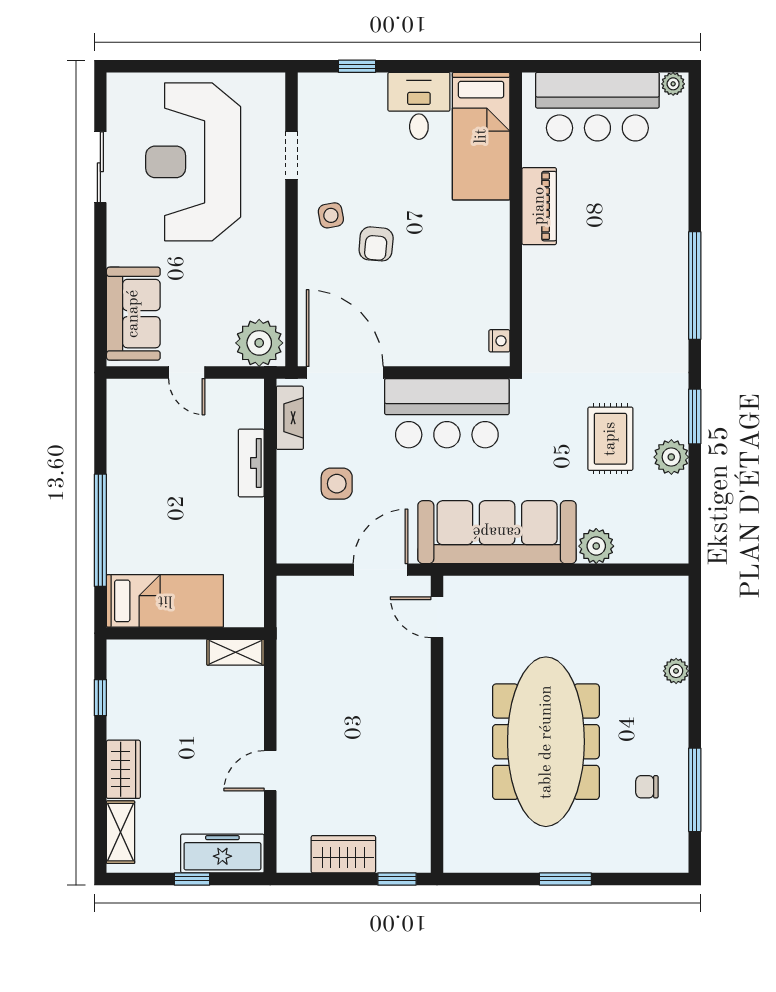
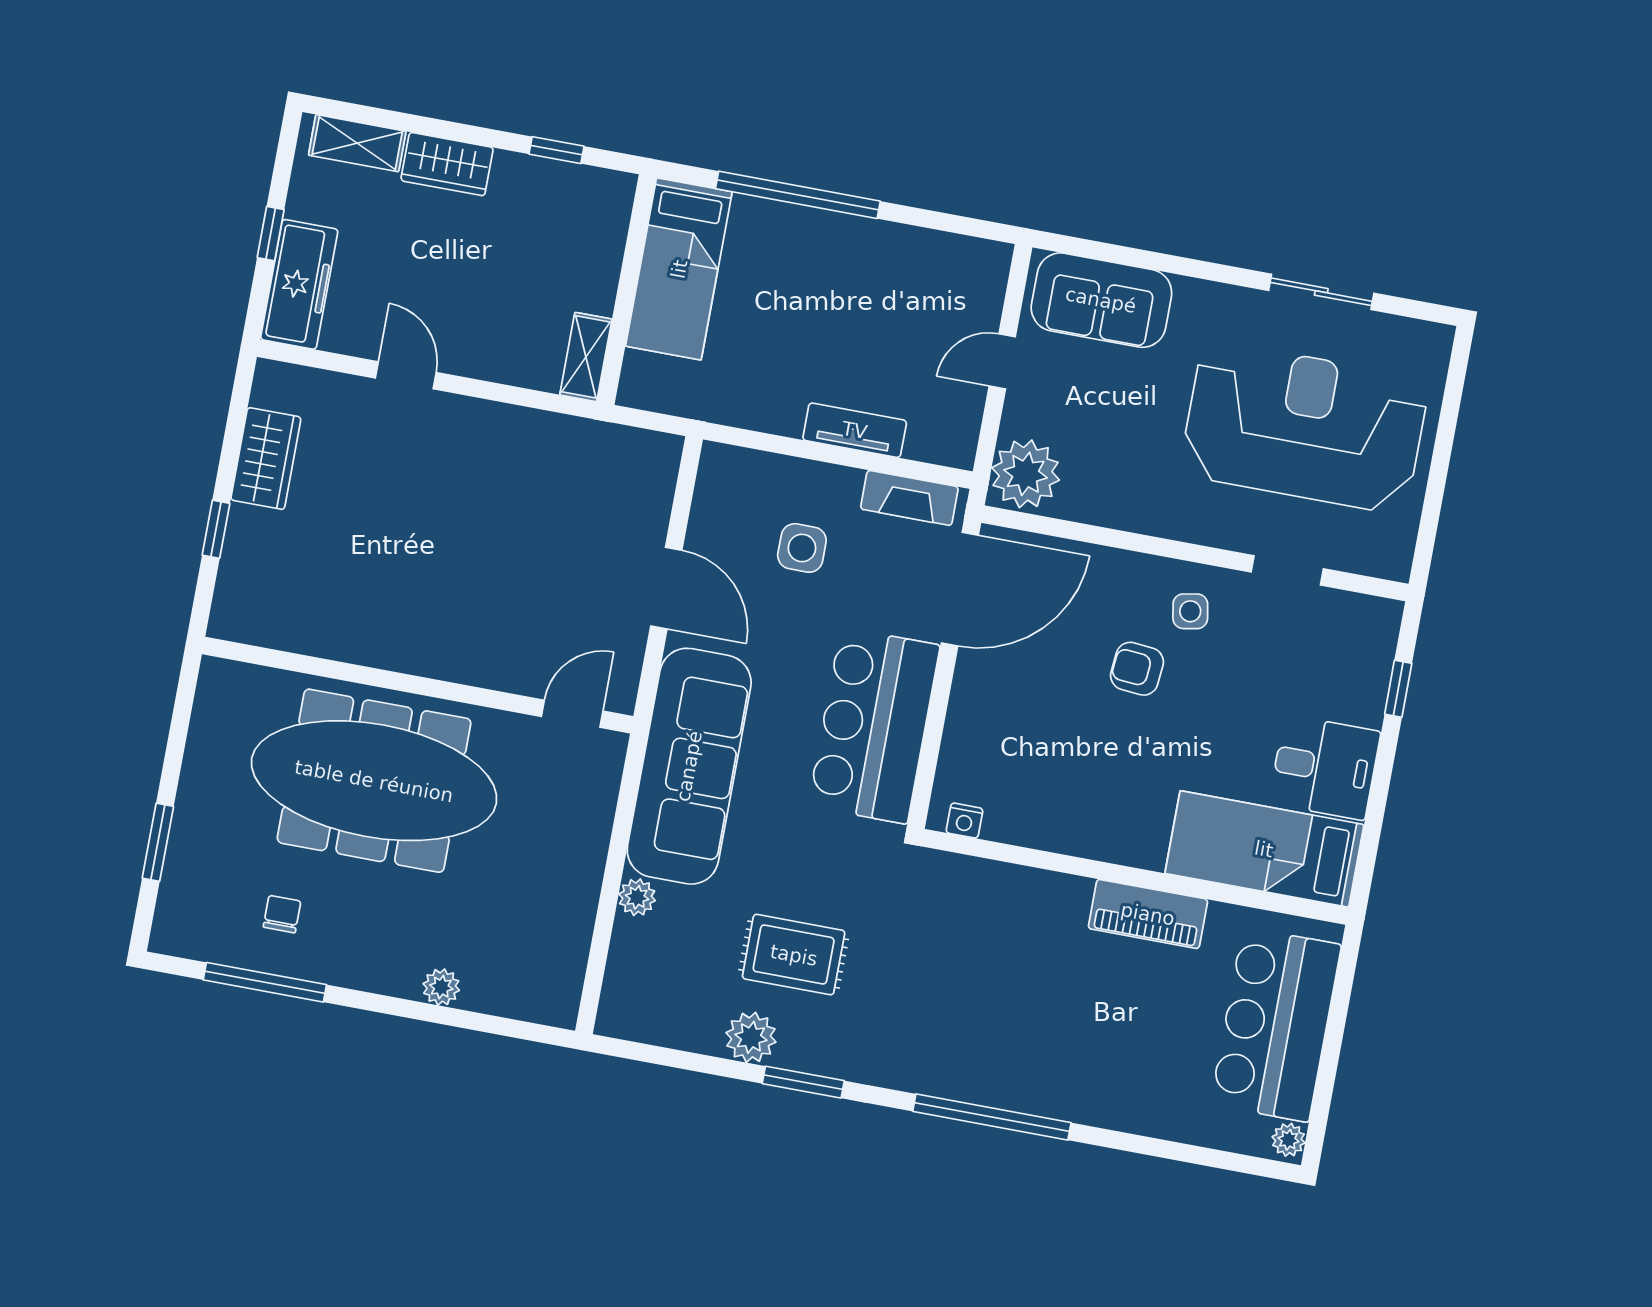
plant: (596, 546) -> (637, 897), width x0.73, depth x0.73
door: (437, 617) -> (572, 714), moved
wall: (437, 724) -> (418, 685), moved
window: (565, 879) -> (158, 842), moved

